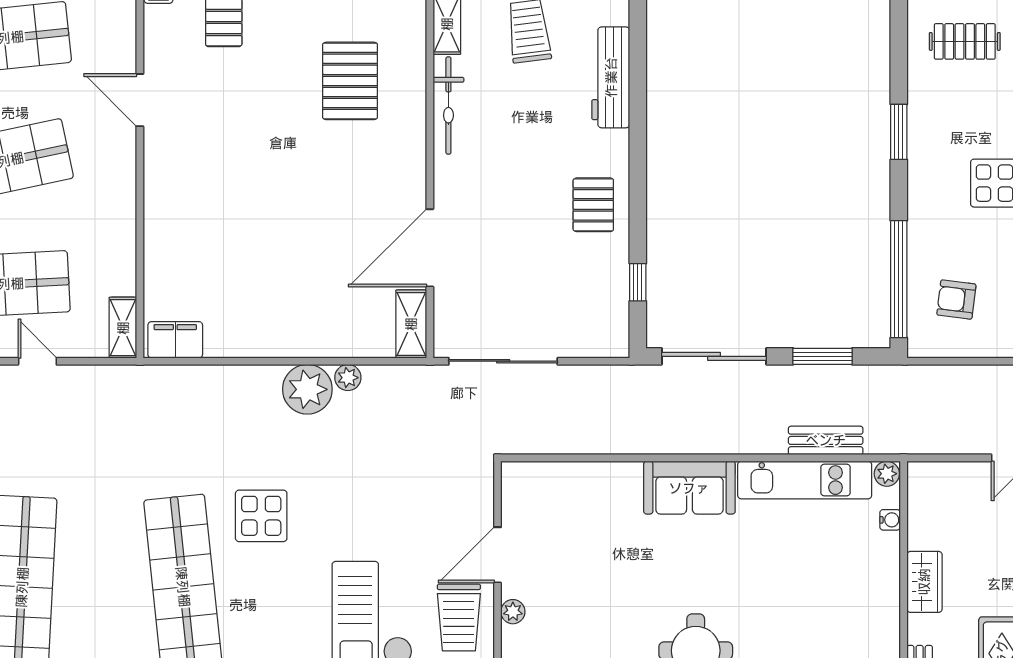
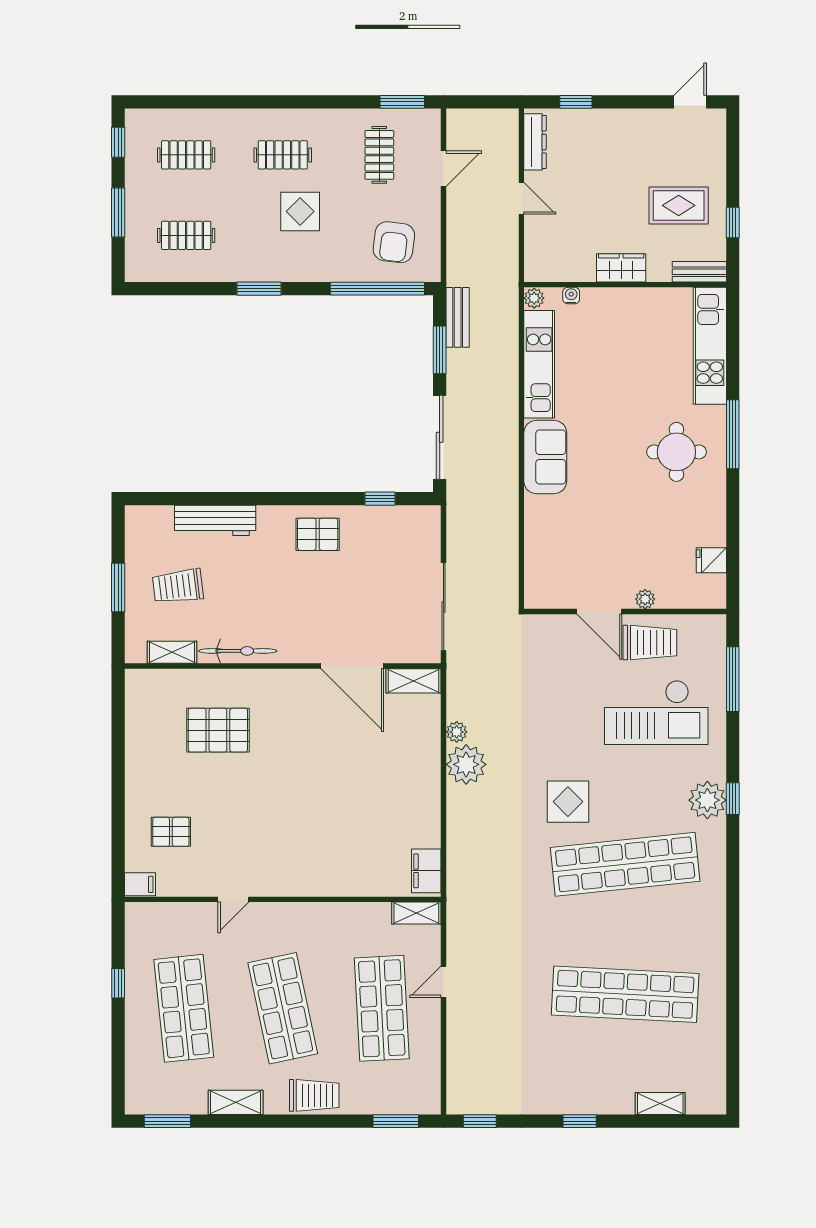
clothes rail: (965, 41) -> (186, 235), turned 90
door: (140, 100) -> (233, 899), width x0.73
armchair: (956, 300) -> (394, 242), width x1.38, depth x1.38
bench: (826, 440) -> (458, 317), moved

